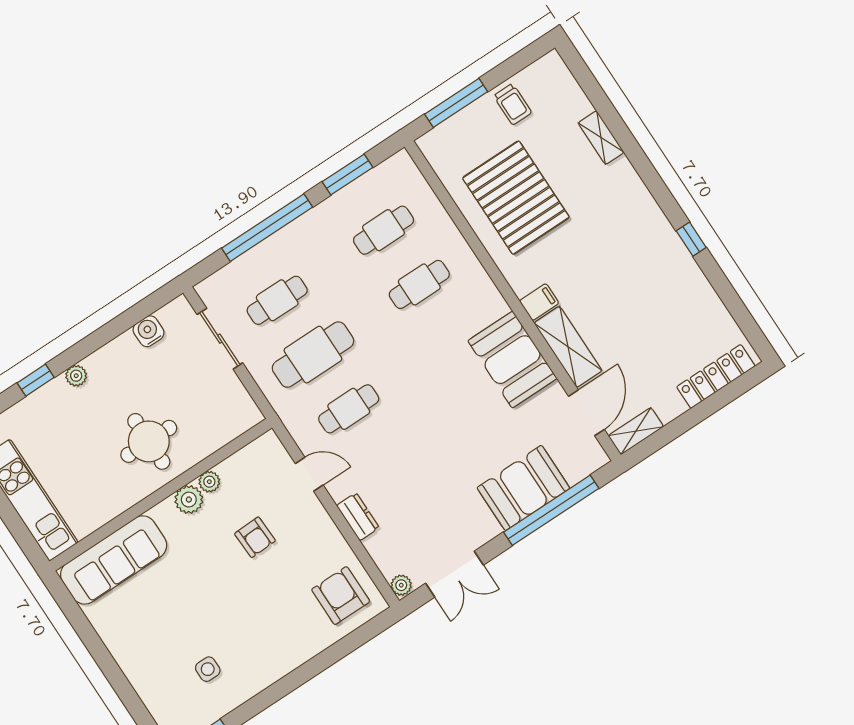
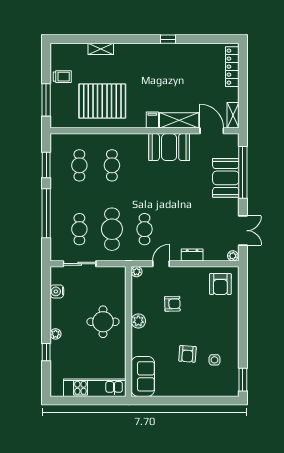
plant: (209, 482) -> (137, 272), moved
sofa: (114, 560) -> (143, 376), width x0.73
armchair: (341, 596) -> (220, 284), turned -90
armchair: (188, 618) -> (187, 354), added

